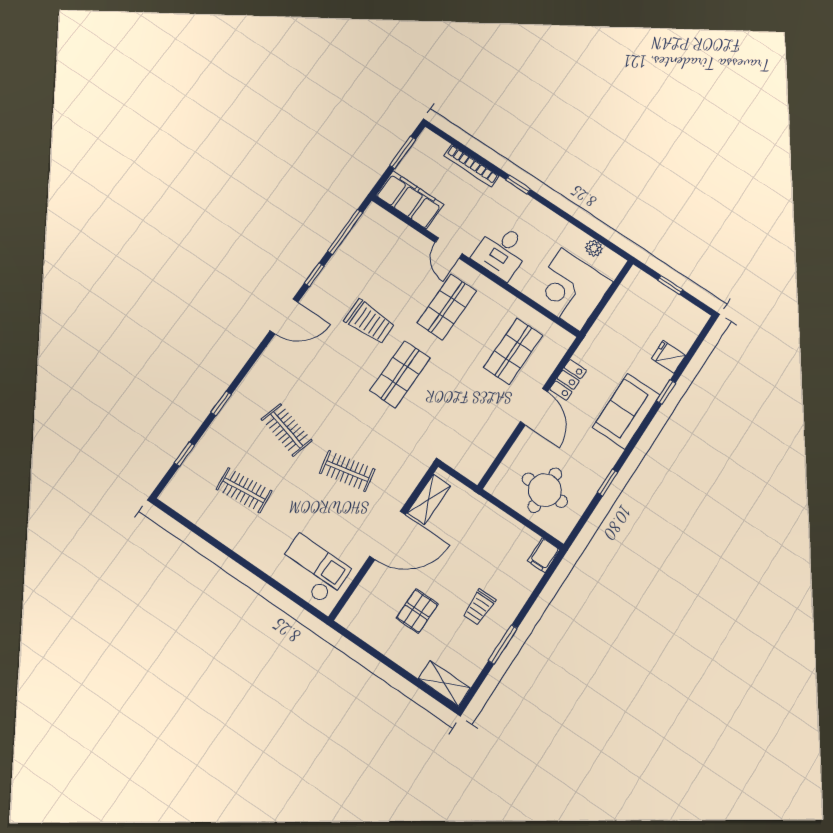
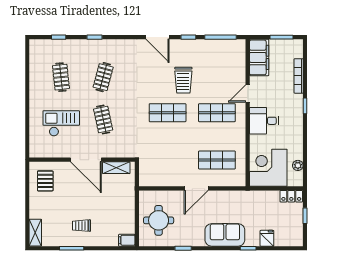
locker: (568, 380) -> (291, 196), moved
checkout: (313, 569) -> (61, 123), moved, turned -90
pallet: (417, 611) -> (45, 181), moved, turned 90

